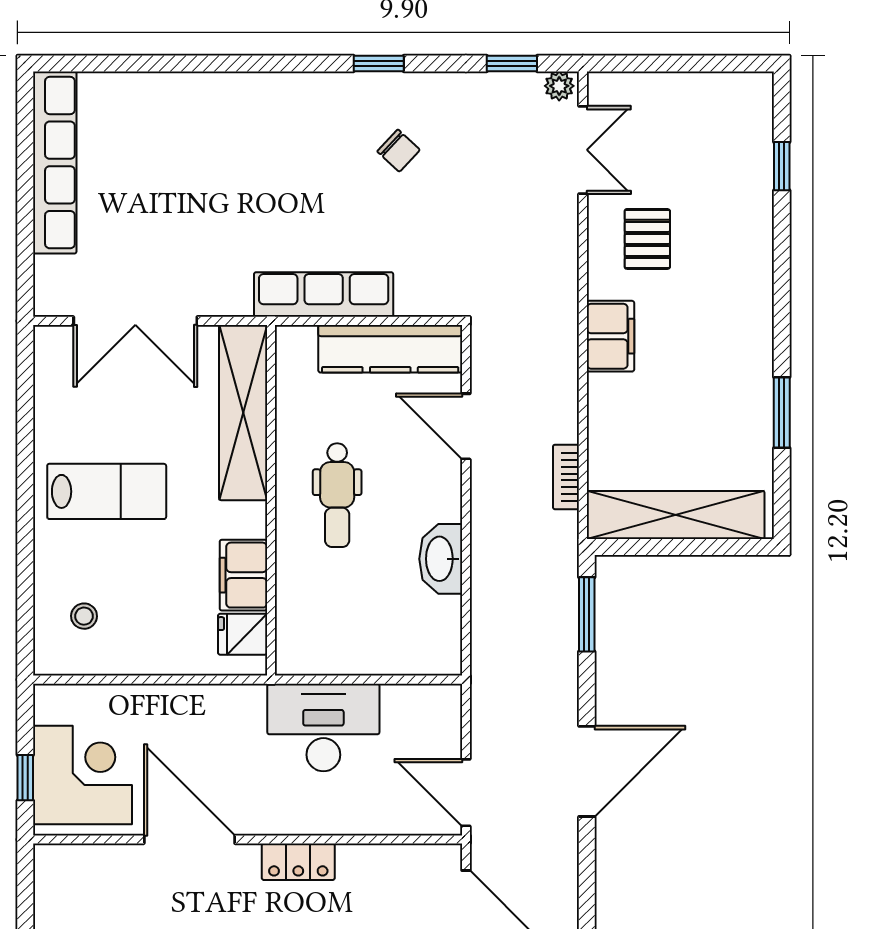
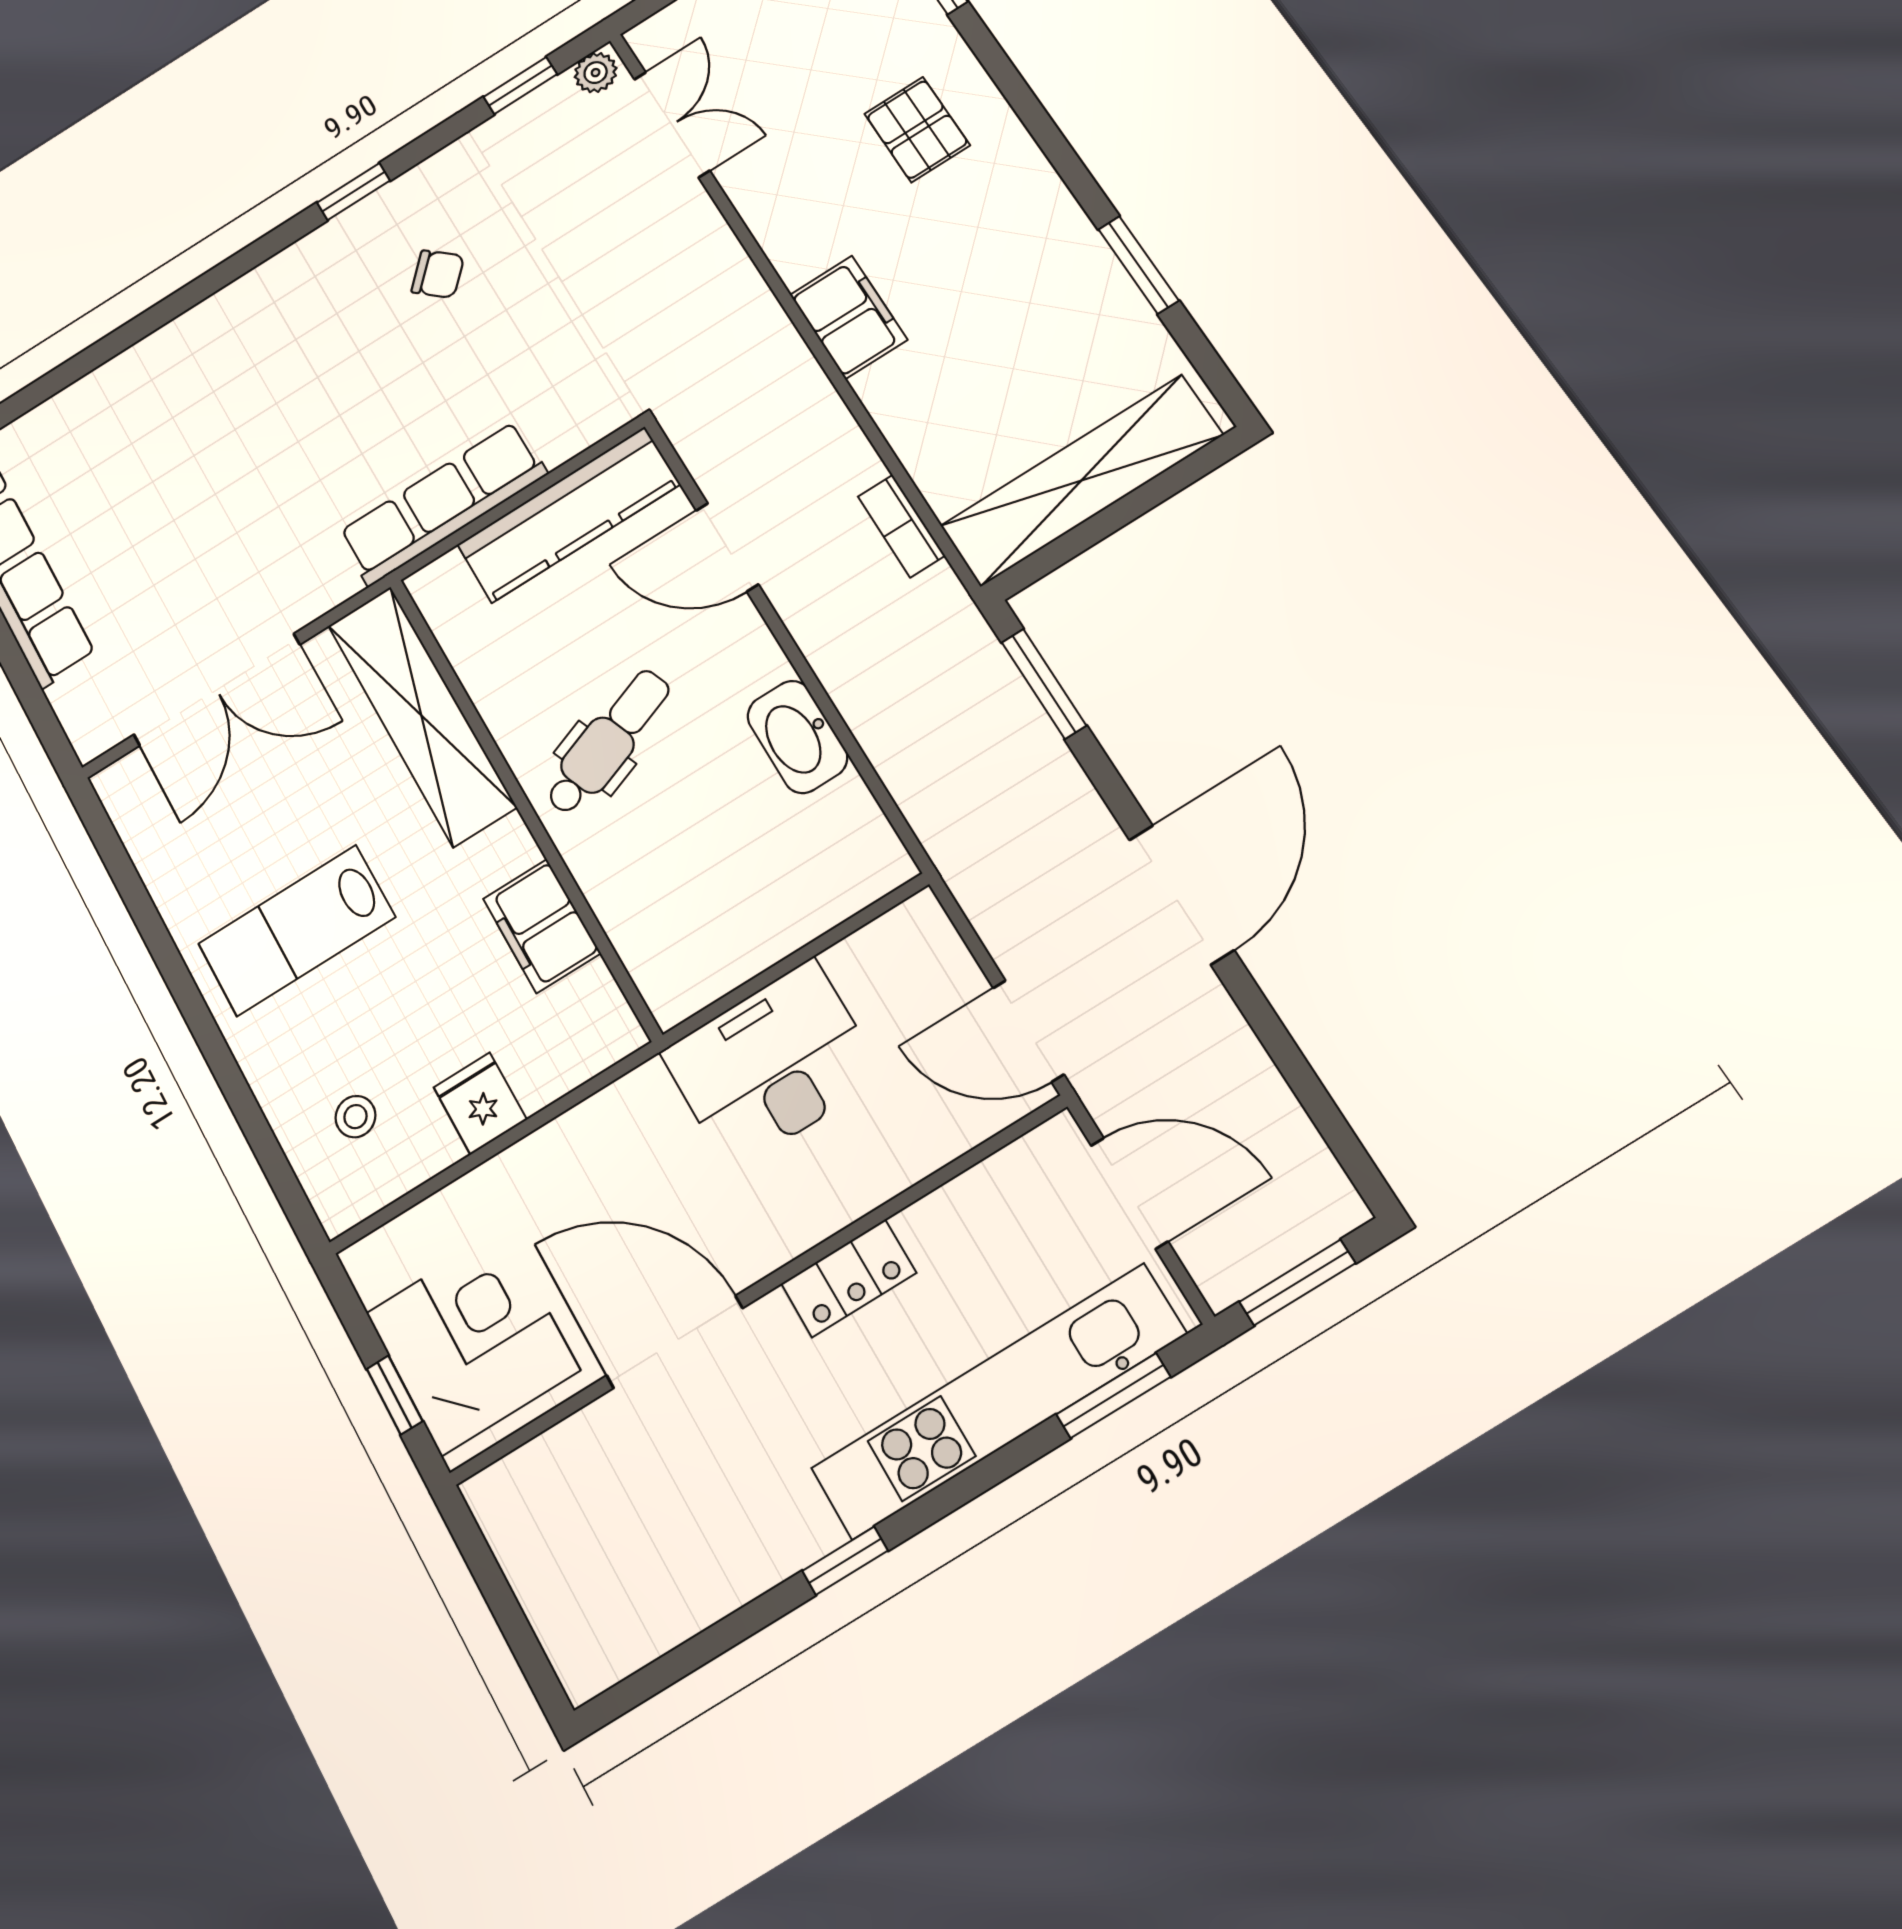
pallet: (647, 239) -> (917, 130), moved
lab bench: (107, 491) -> (297, 930), turned 180
dental chair: (337, 495) -> (608, 742), turned -111
fridge: (243, 634) -> (480, 1103), moved, turned 90

